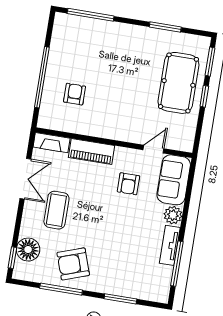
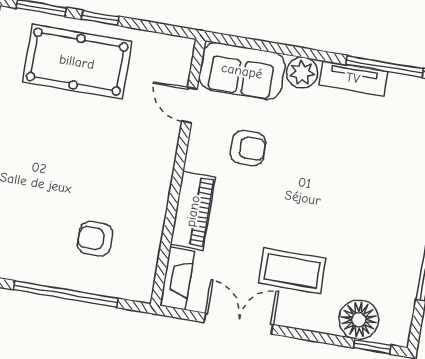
armchair: (73, 264) -> (384, 243), removed

